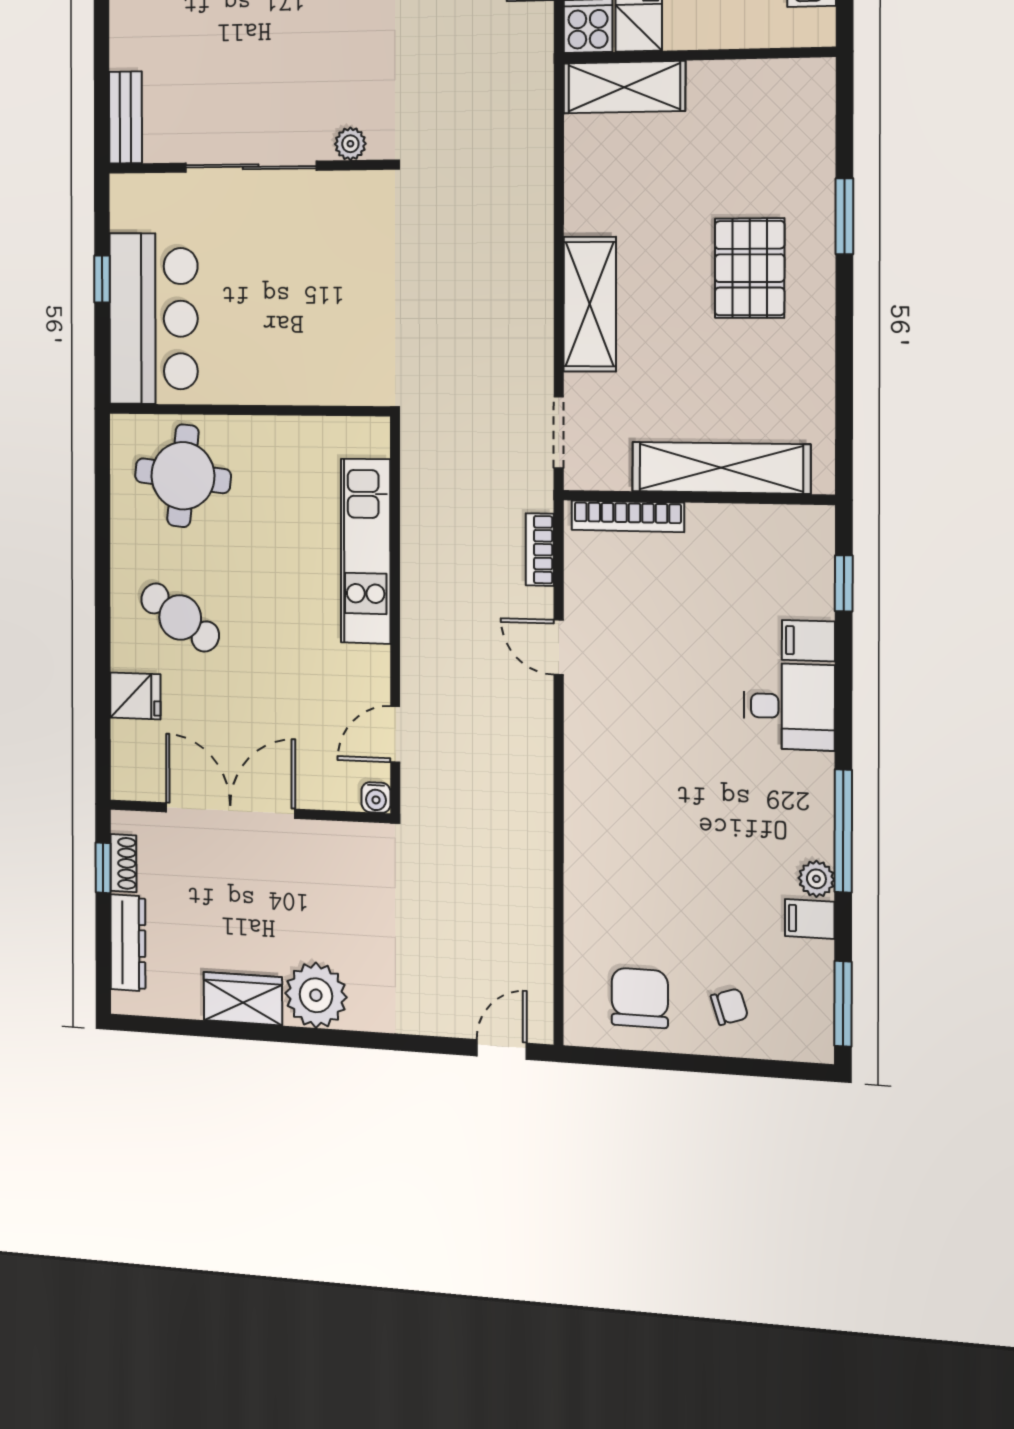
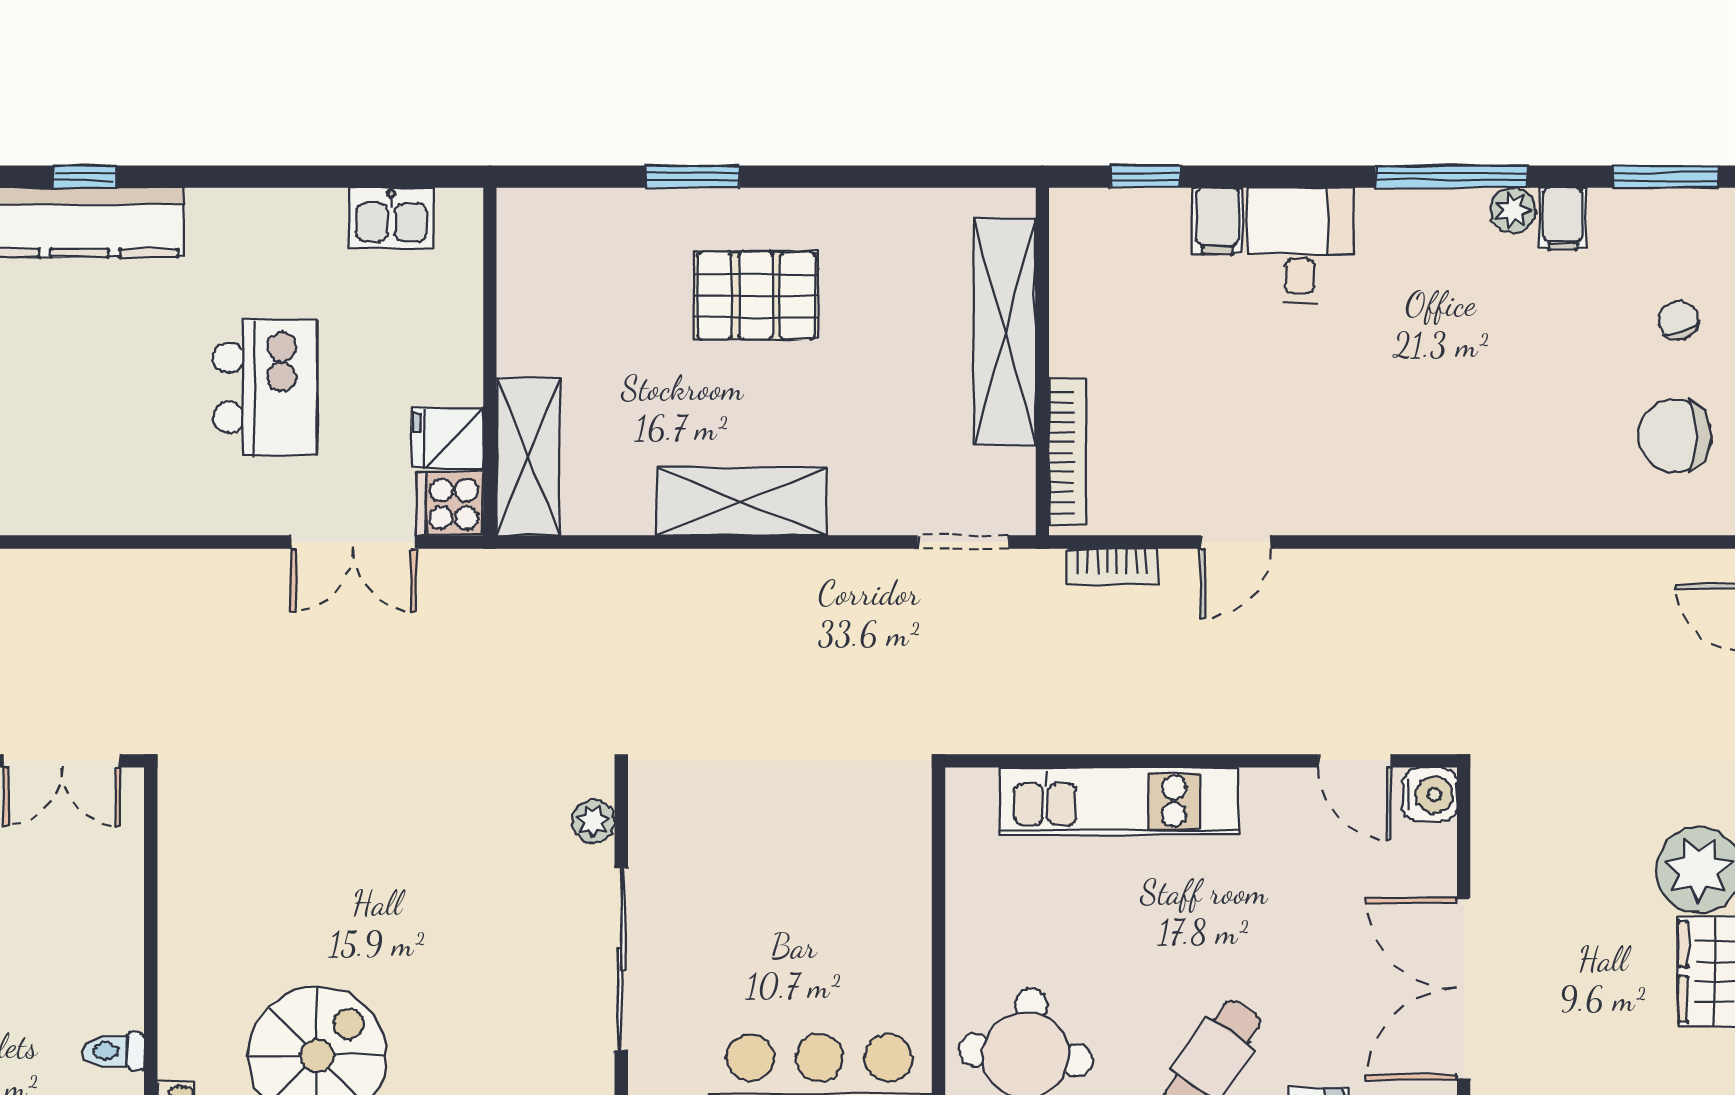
shelving: (590, 304) -> (741, 501), moved
water cooler: (376, 798) -> (1430, 795), width x1.38, depth x1.38

